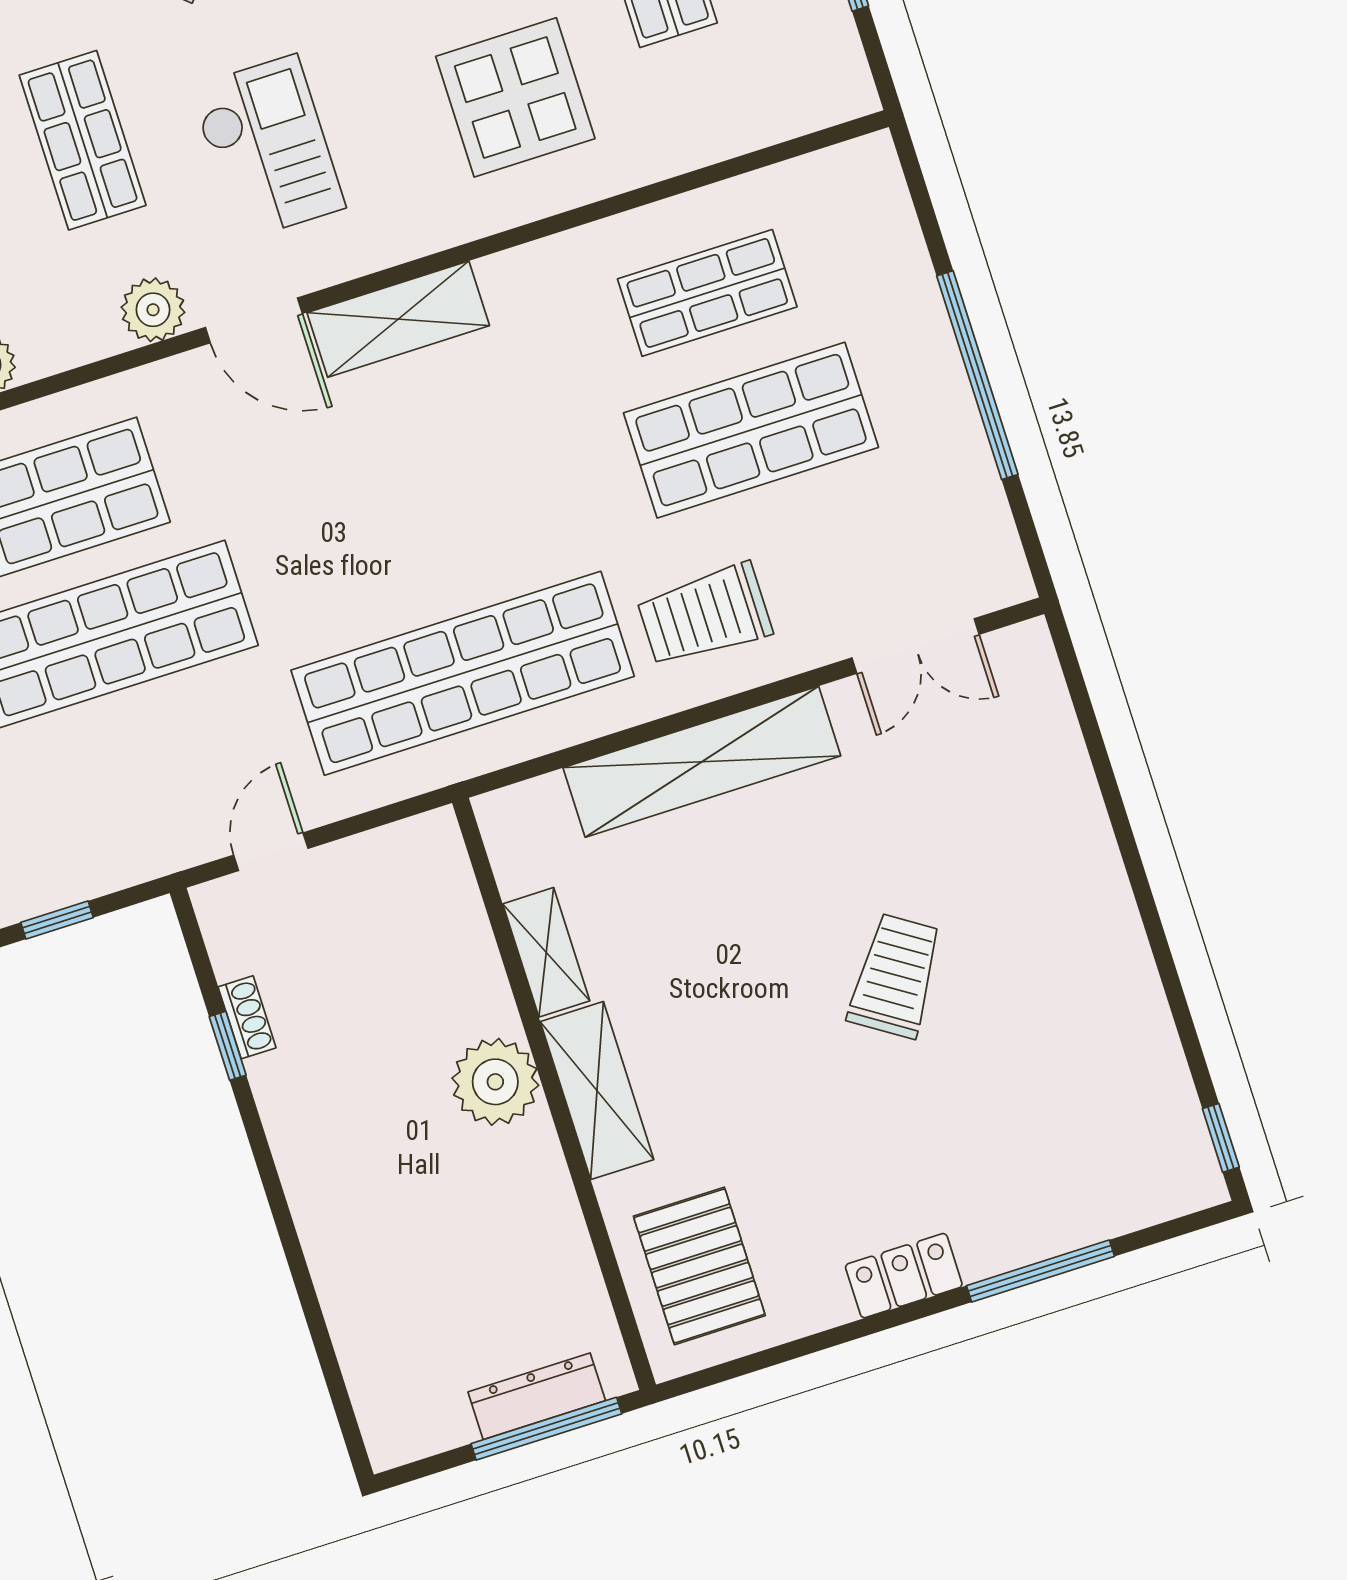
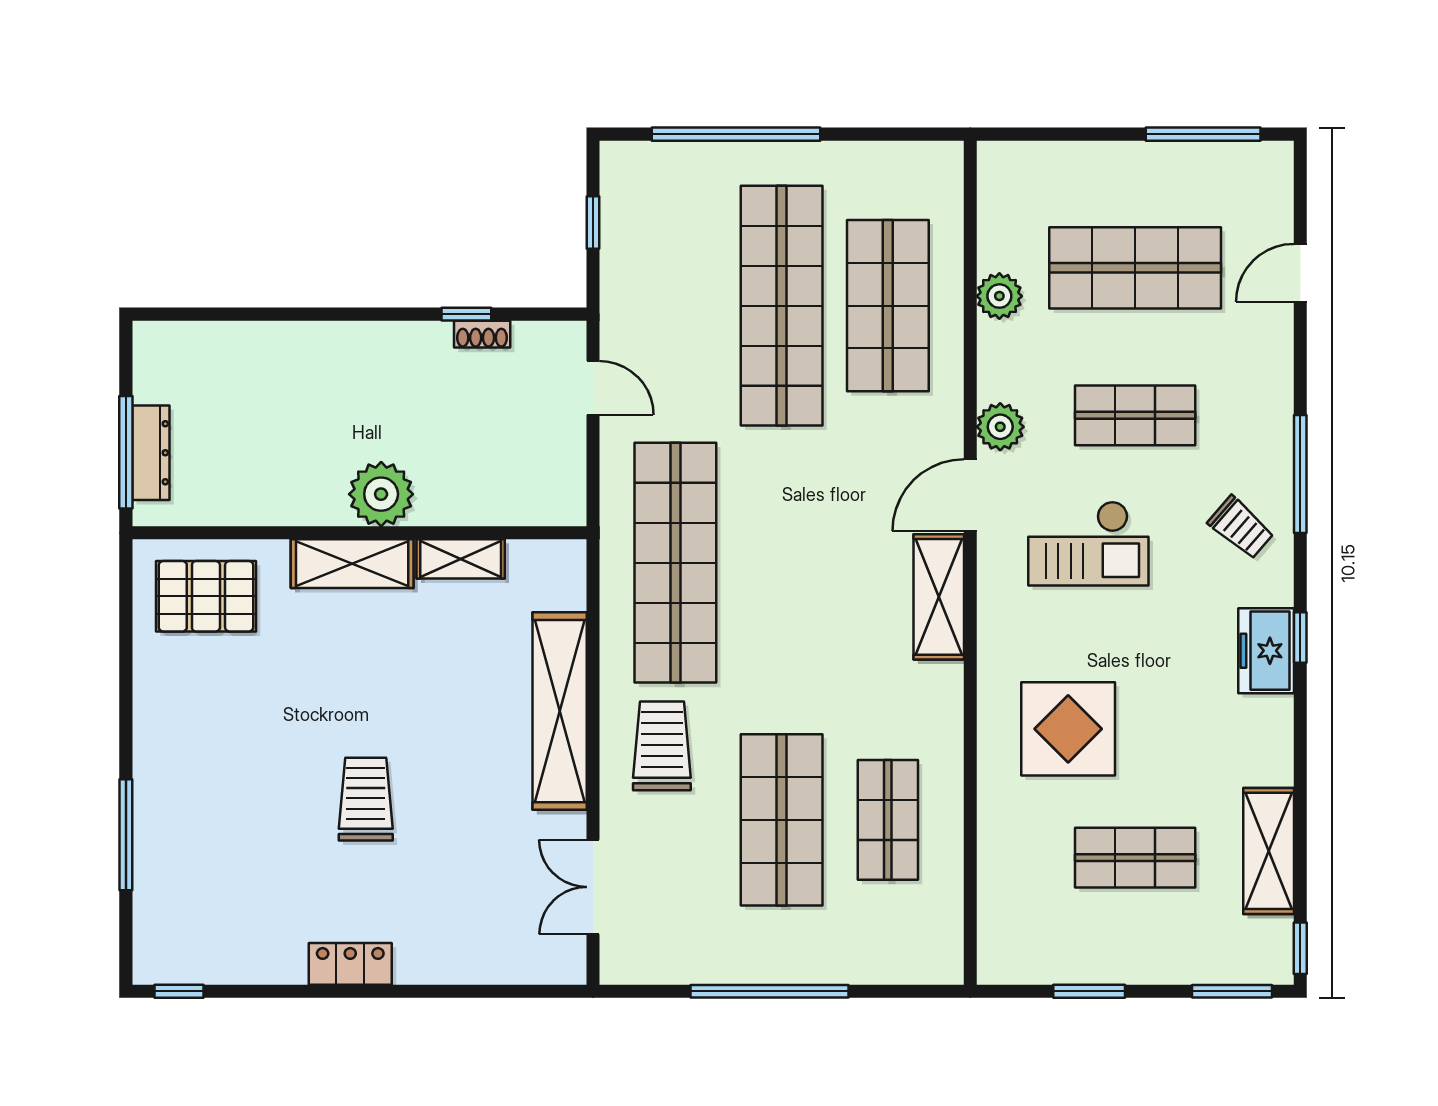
trolley: (895, 976) -> (366, 799), turned -123
locker: (904, 1276) -> (350, 964), moved, turned -90

